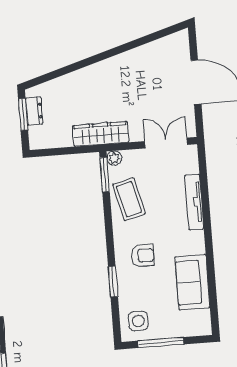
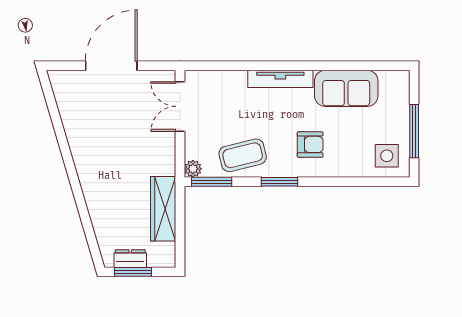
wardrobe: (101, 134) -> (163, 209), moved
tv unit: (194, 202) -> (280, 79), moved
armchair: (143, 256) -> (310, 144), turned 90
window: (113, 281) -> (279, 182), moved

